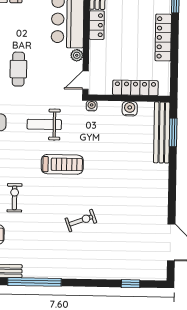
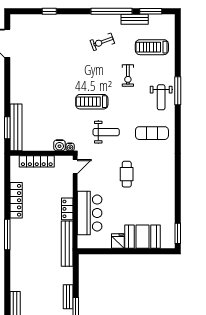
plant: (77, 55) -> (82, 185), removed
water cooler: (130, 109) -> (59, 145), moved
exercise bike: (81, 221) -> (102, 42), moved
window: (131, 284) -> (49, 11), moved

